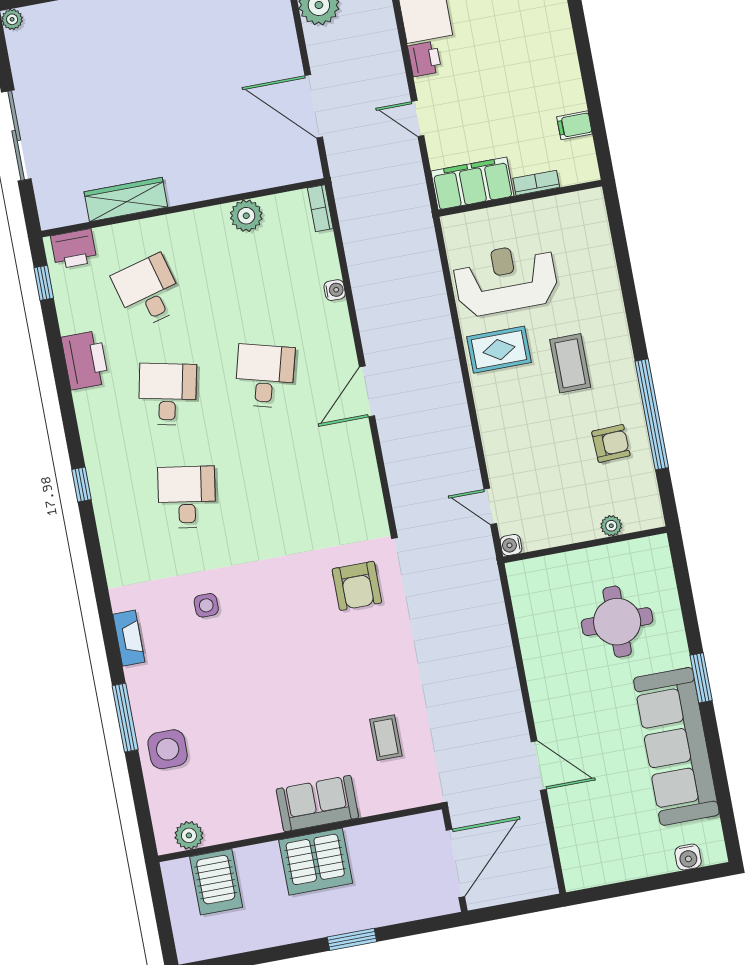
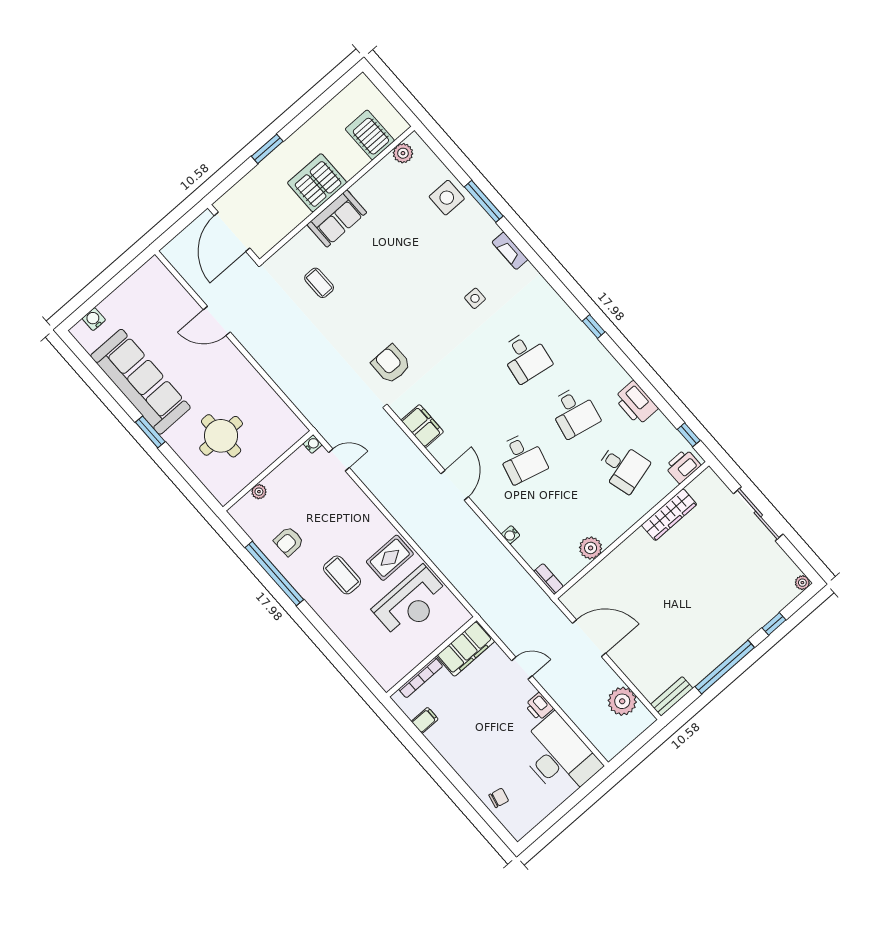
bookcase: (536, 183) -> (421, 678), width x1.56
filing cabinet: (364, 487) -> (422, 426), added

